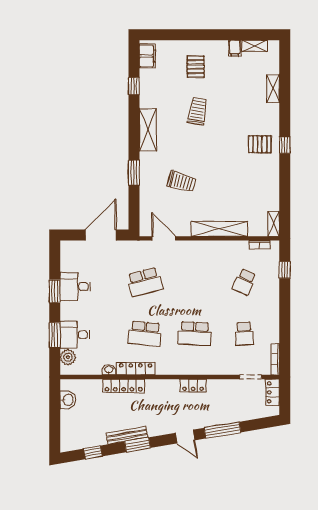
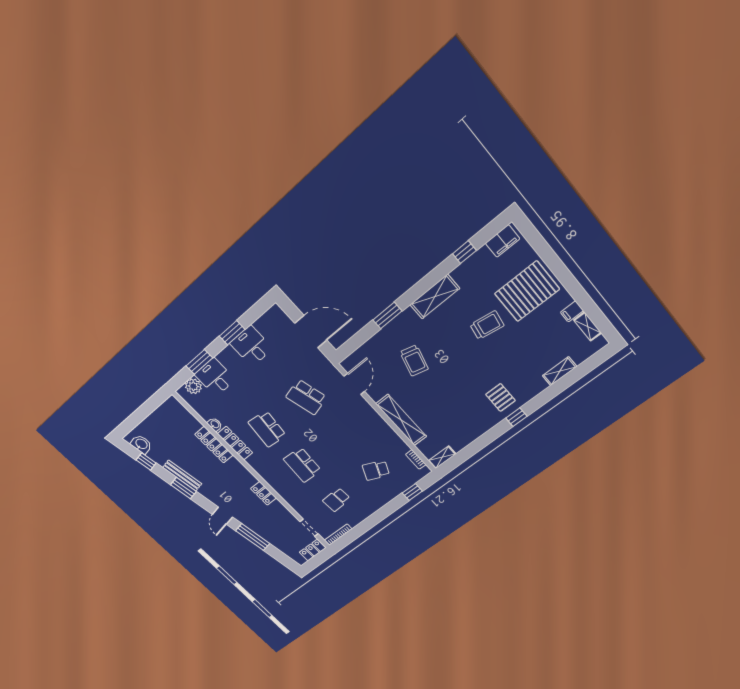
pallet: (196, 67) -> (527, 291), width x2.05, depth x2.00
washbasin: (68, 400) -> (141, 444), moved, turned -100

